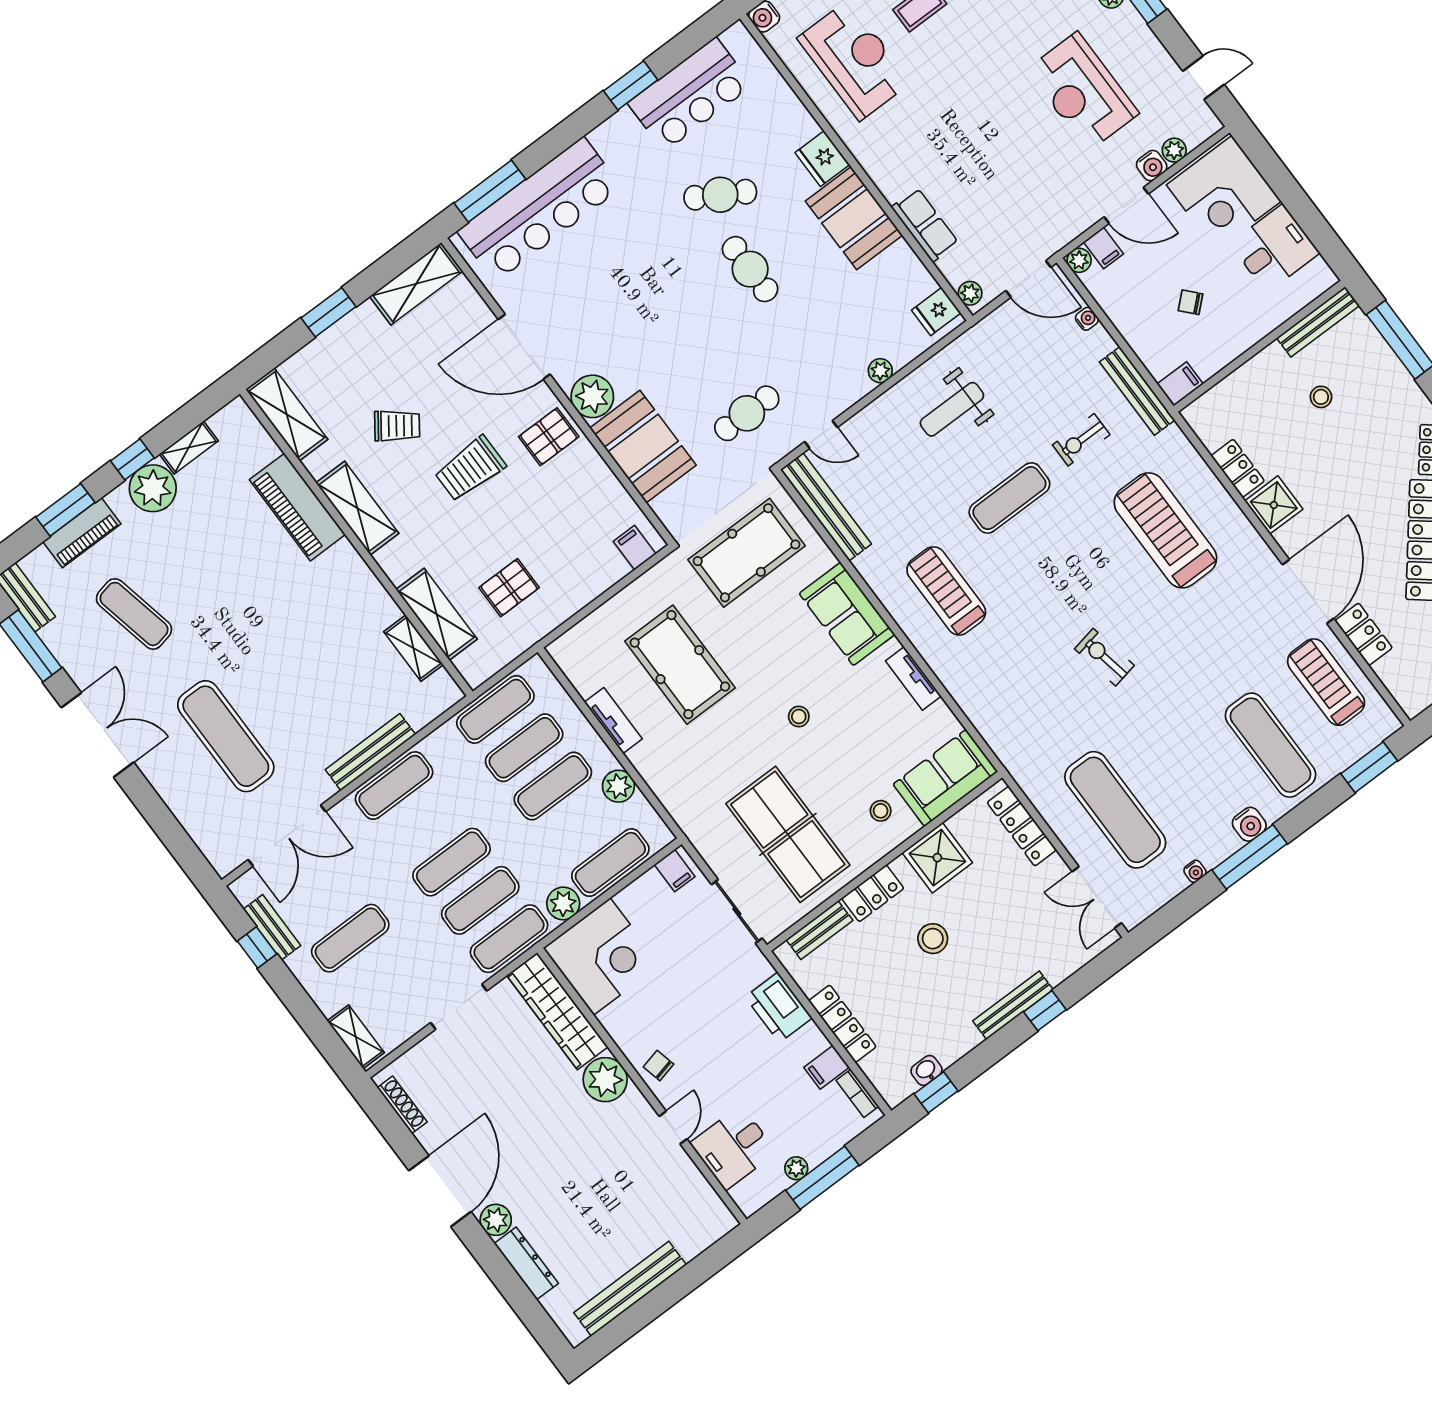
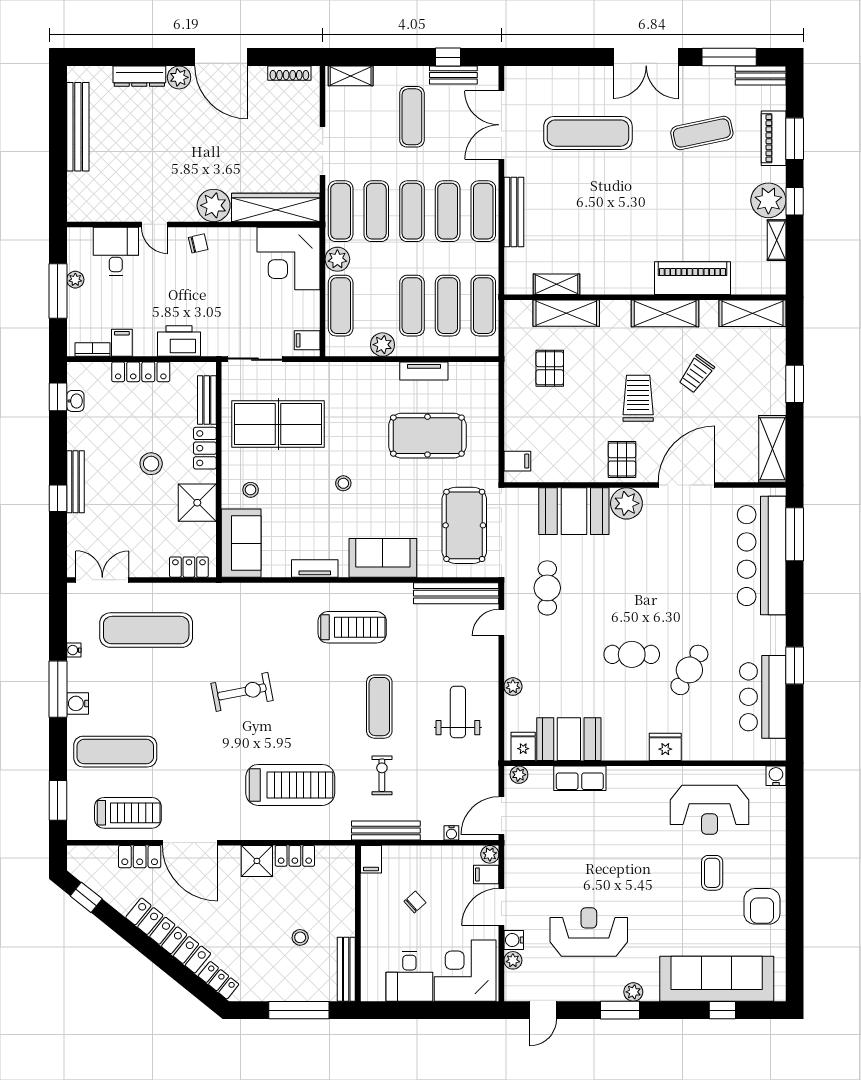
booth: (854, 218) -> (569, 739), moved
exercise bike: (1104, 657) -> (242, 692), width x1.38, depth x1.39
exercise mat: (423, 824) -> (448, 211), added
locker: (1022, 826) -> (189, 567), width x0.66

